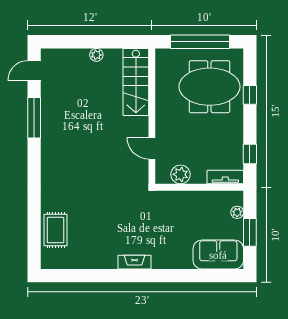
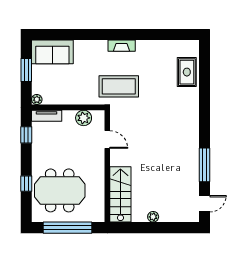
plant: (237, 212) -> (37, 100), moved
coffee table: (138, 213) -> (119, 86), added

